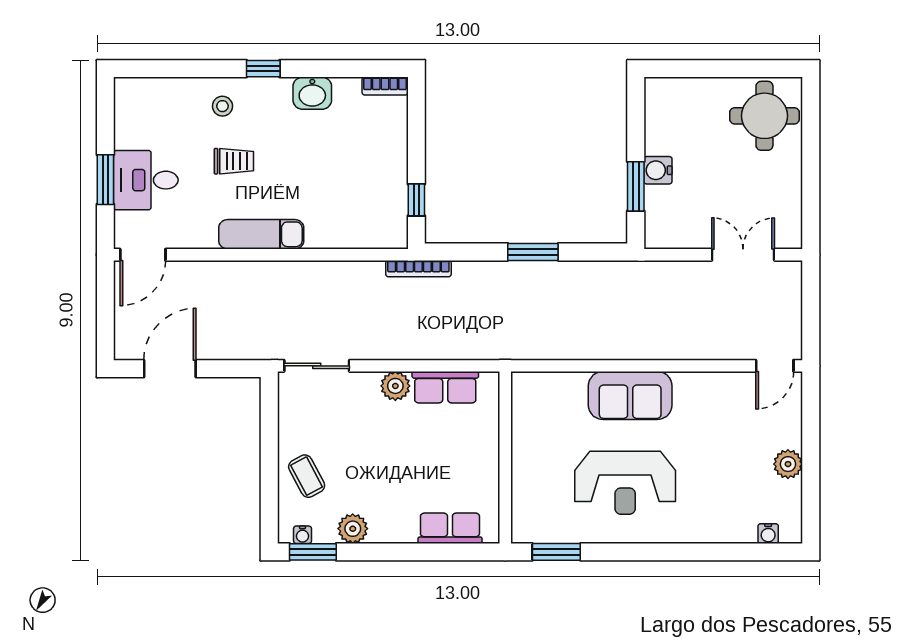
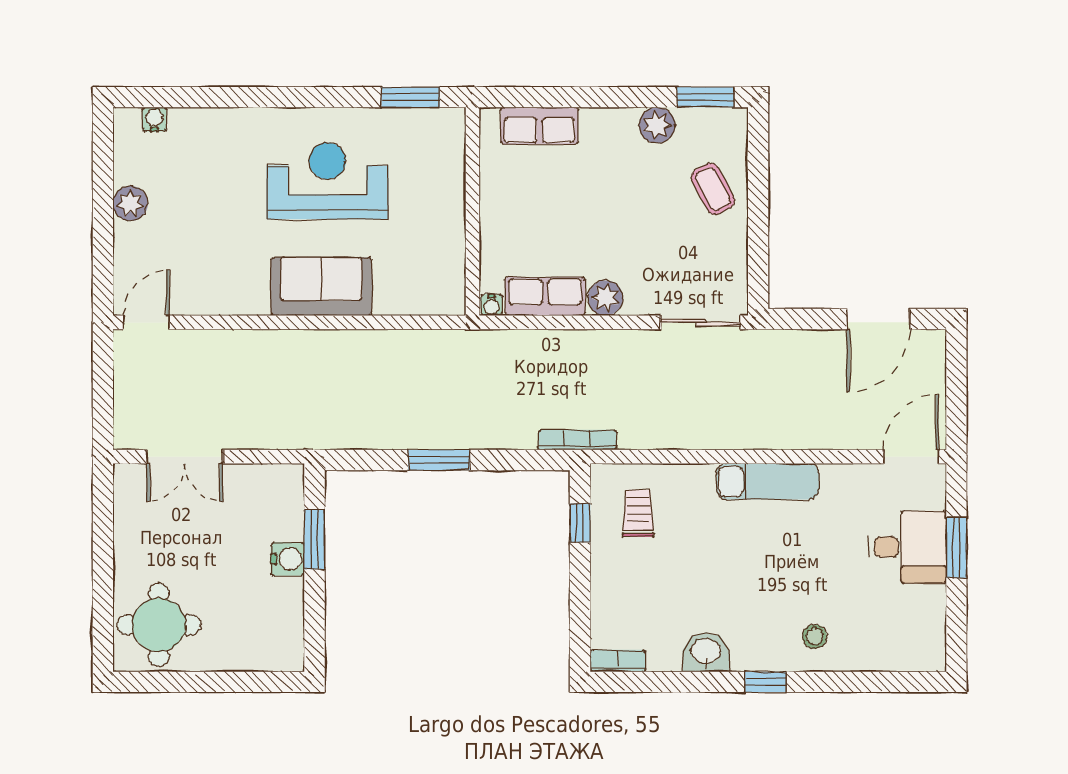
trolley: (234, 161) -> (638, 513), moved, turned 90
water cooler: (303, 535) -> (492, 305), moved, turned 180

